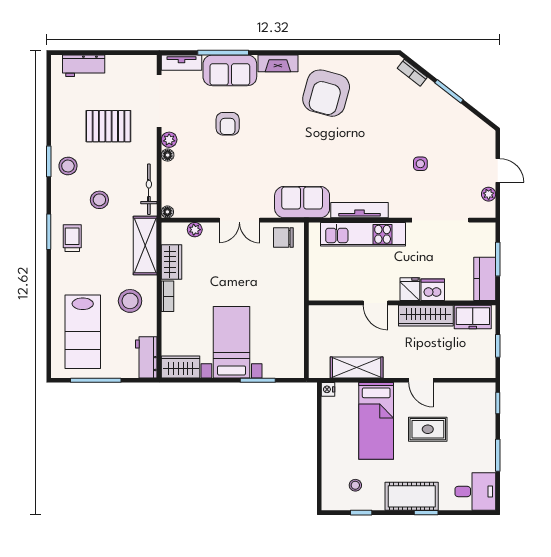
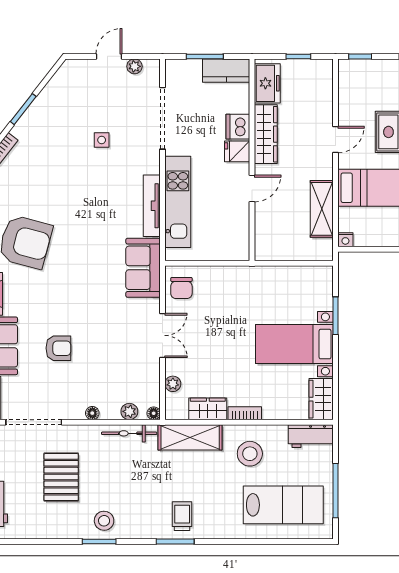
plant: (169, 140) -> (129, 411), moved
stool: (99, 200) -> (141, 487), removed
trolley: (72, 238) -> (182, 516), turned 90

